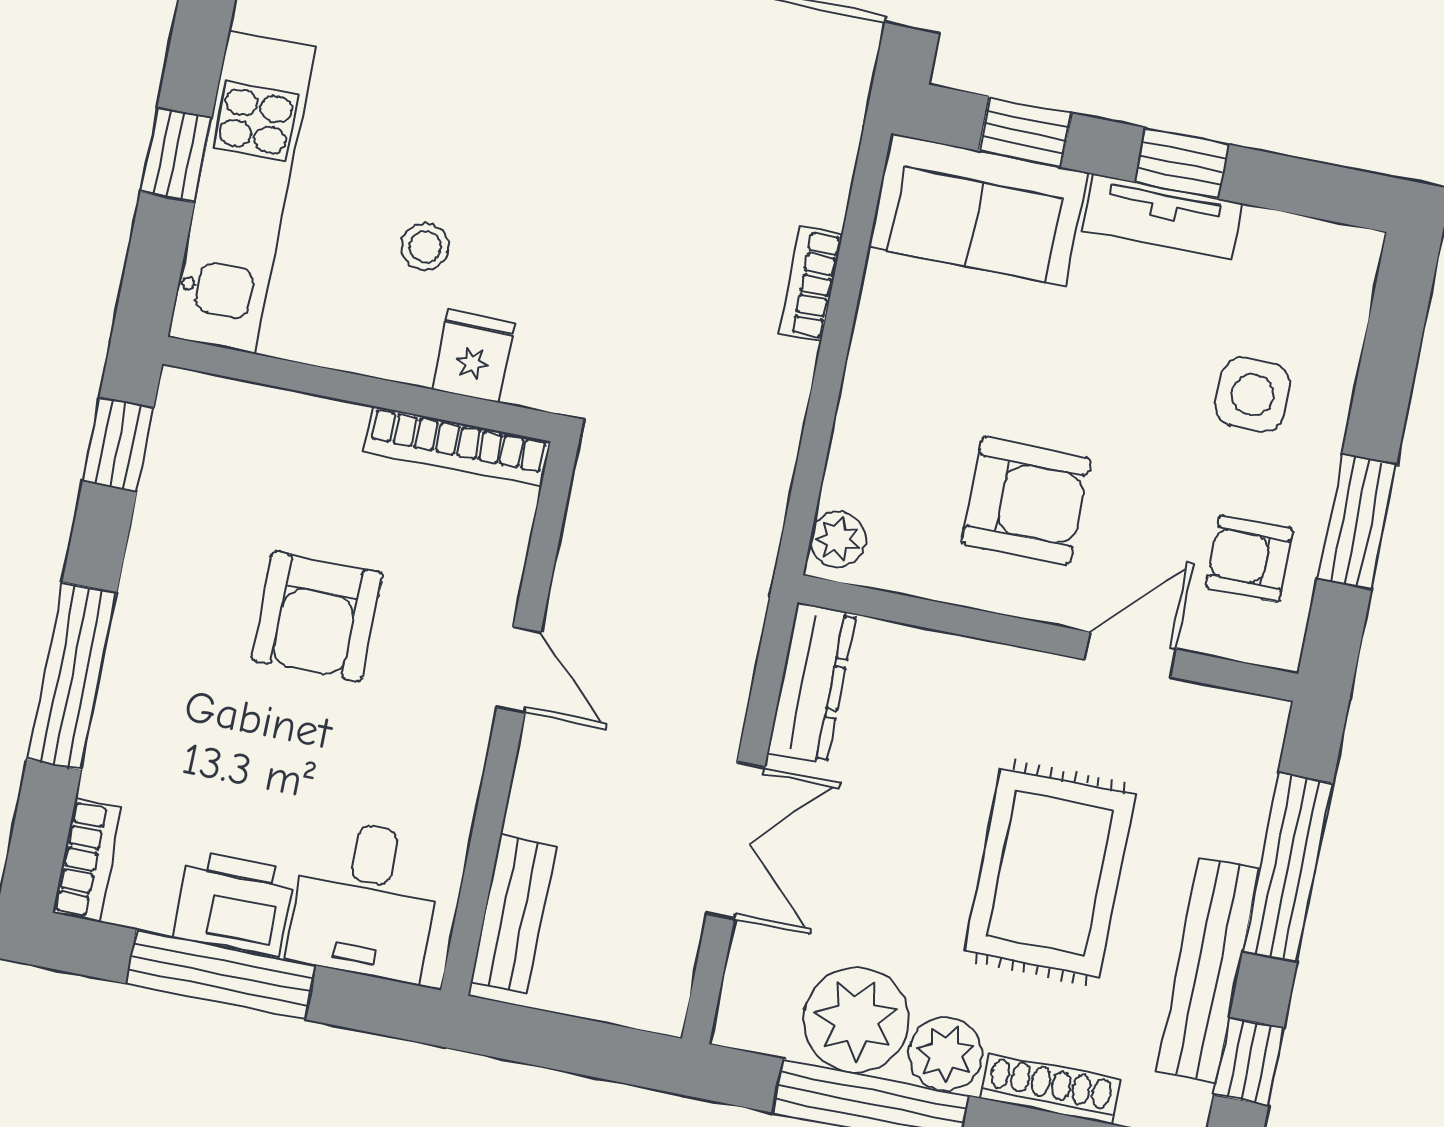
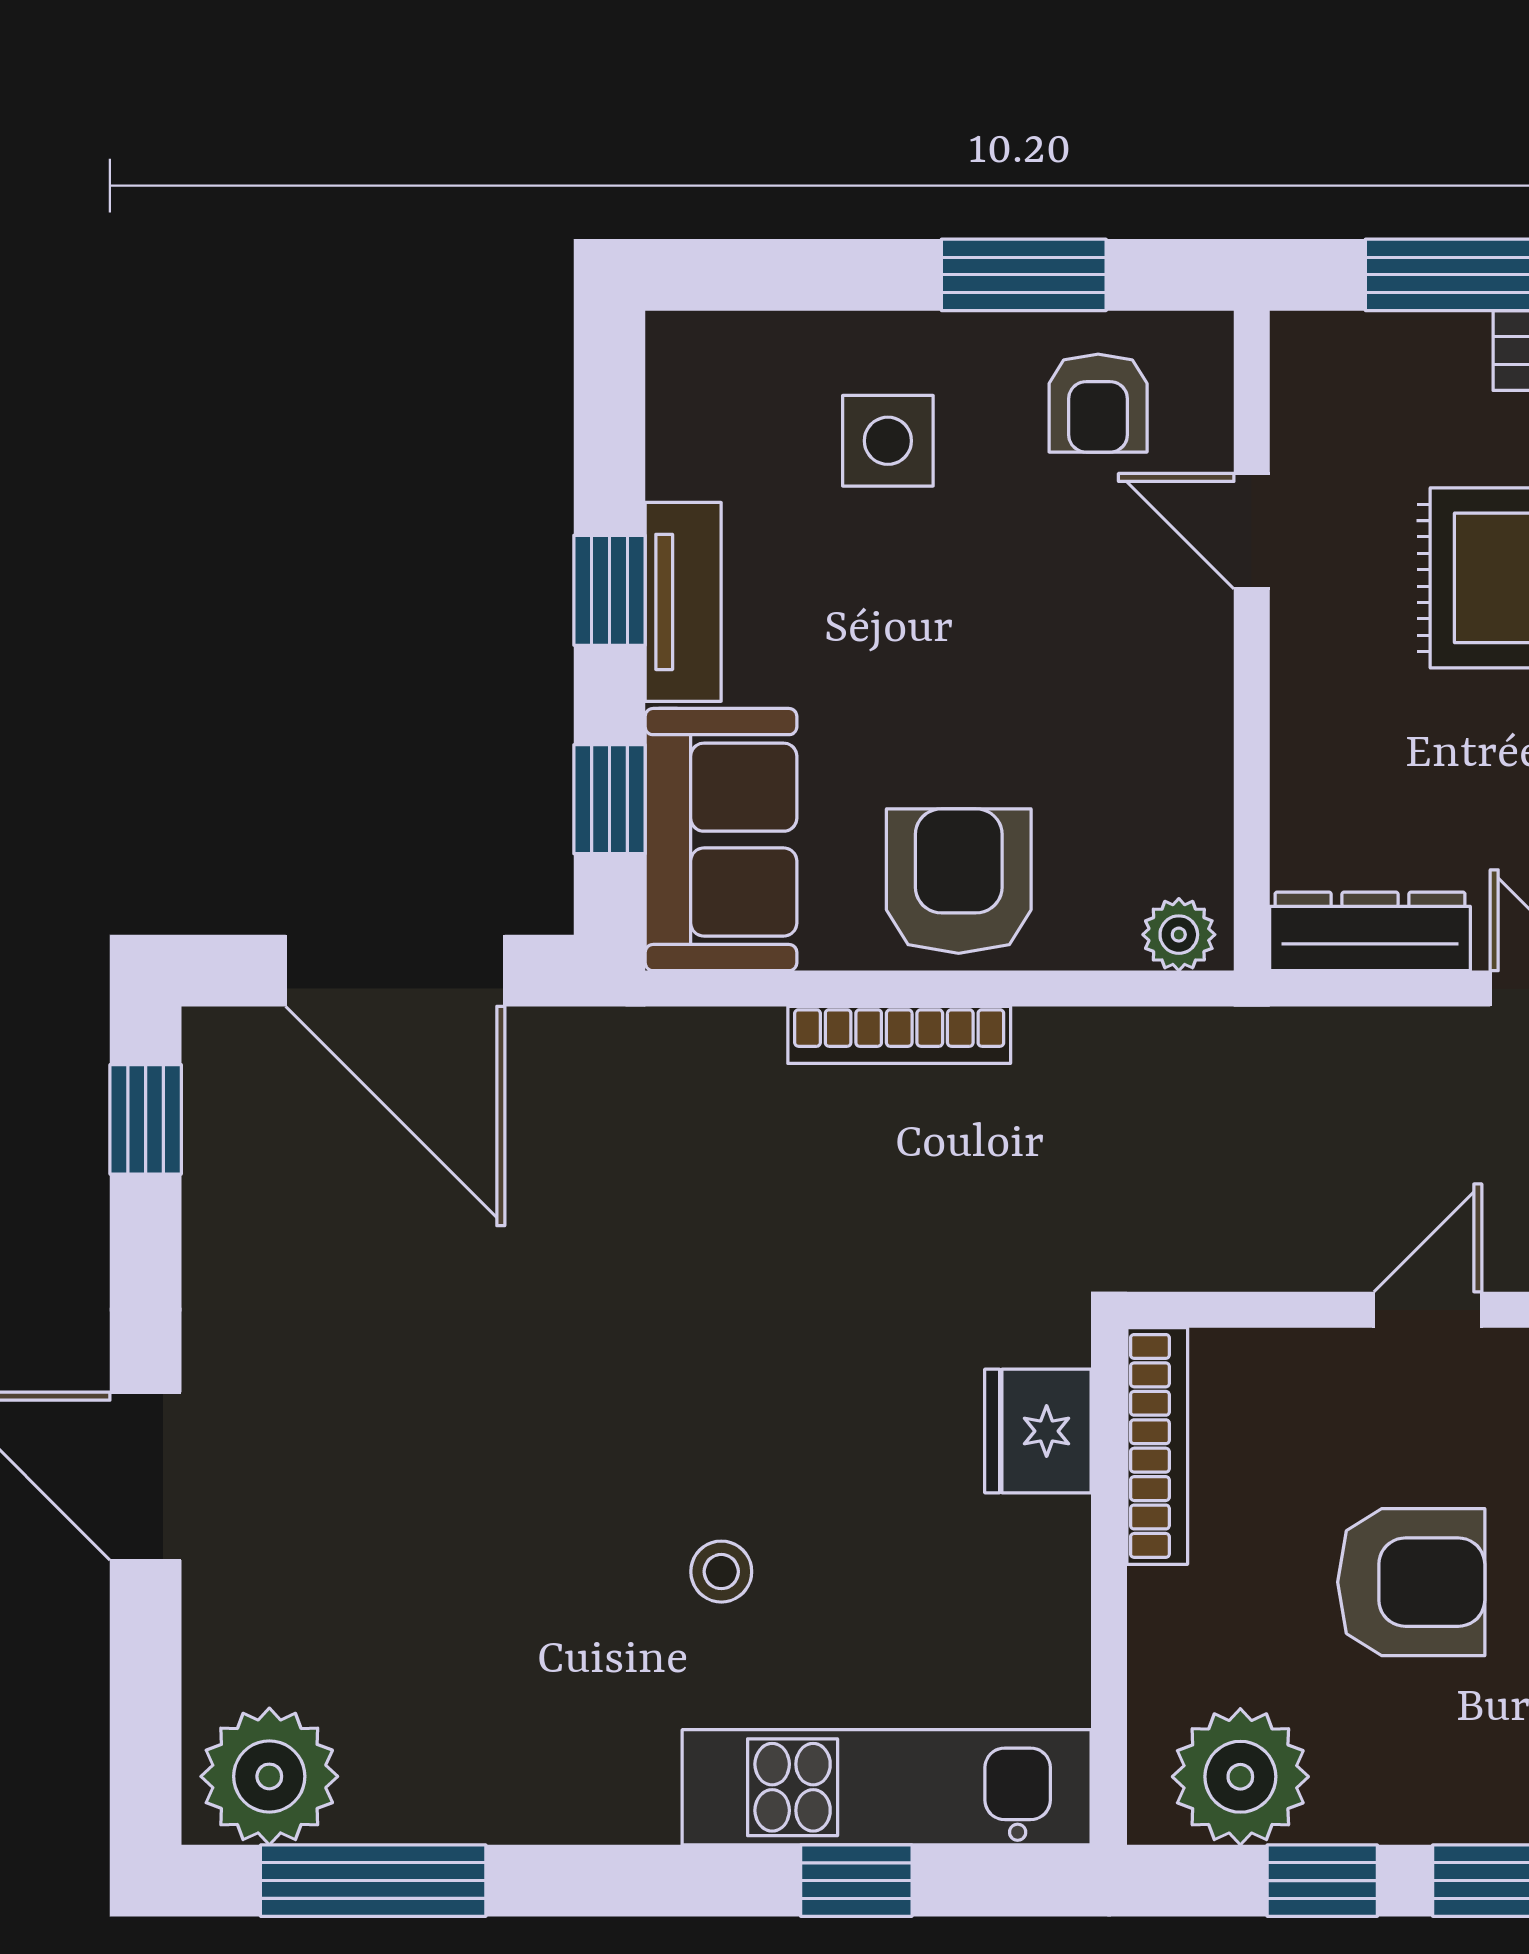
stool: (425, 246) -> (721, 1572), moved
bookcase: (811, 284) -> (899, 1035), width x1.56
fridge: (473, 356) -> (1038, 1431), width x1.38
window: (118, 444) -> (1322, 1881), moved
plant: (196, 459) -> (1240, 1777), added
armchair: (1026, 501) -> (959, 881), moved

